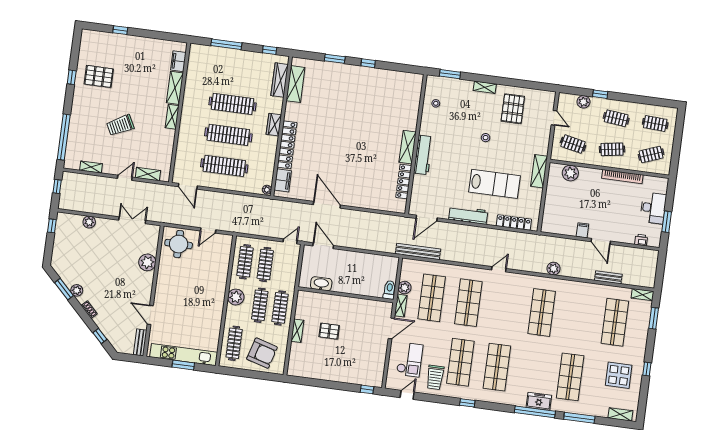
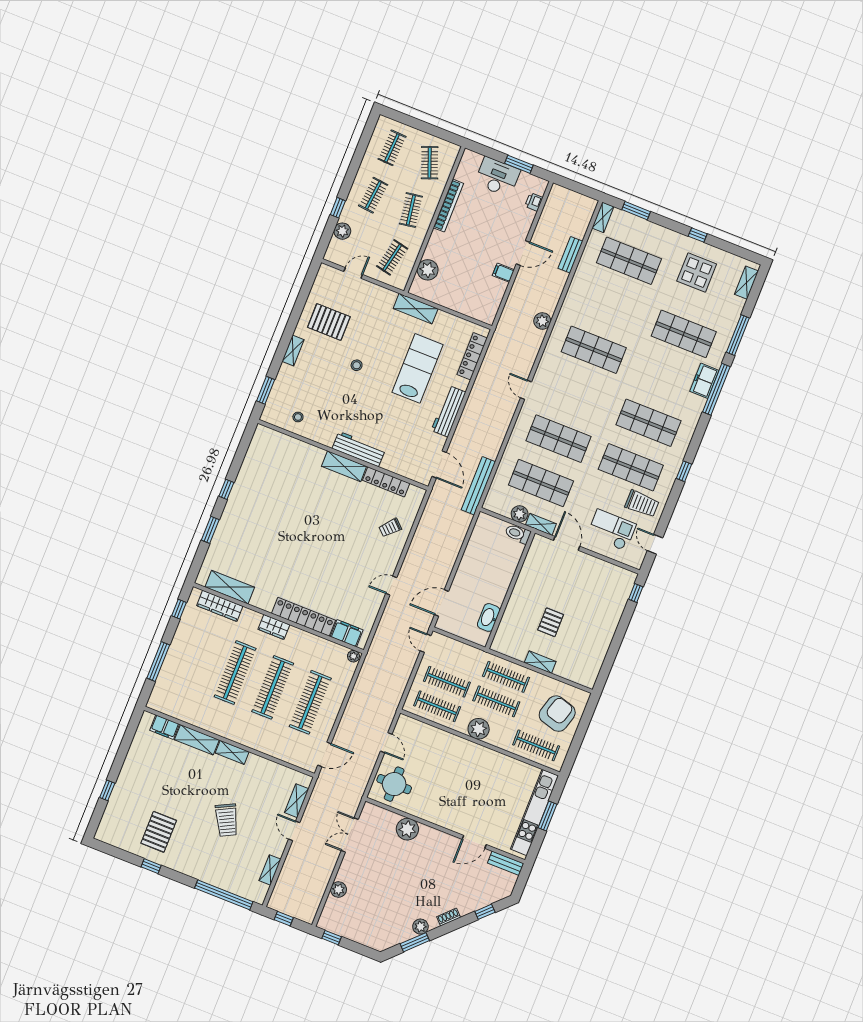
trolley: (370, 193) -> (390, 528), added
door: (327, 205) -> (391, 586), width x0.53

